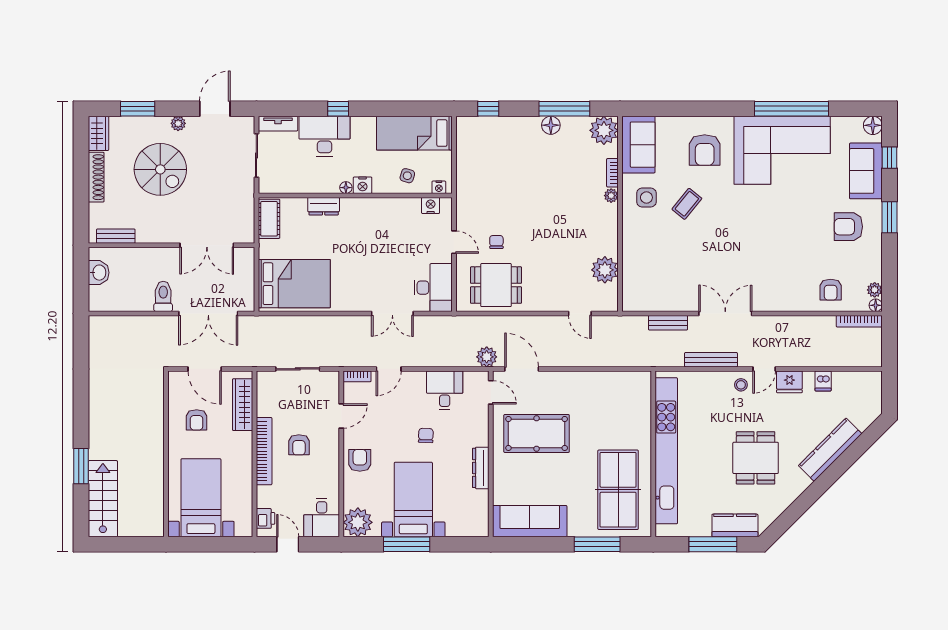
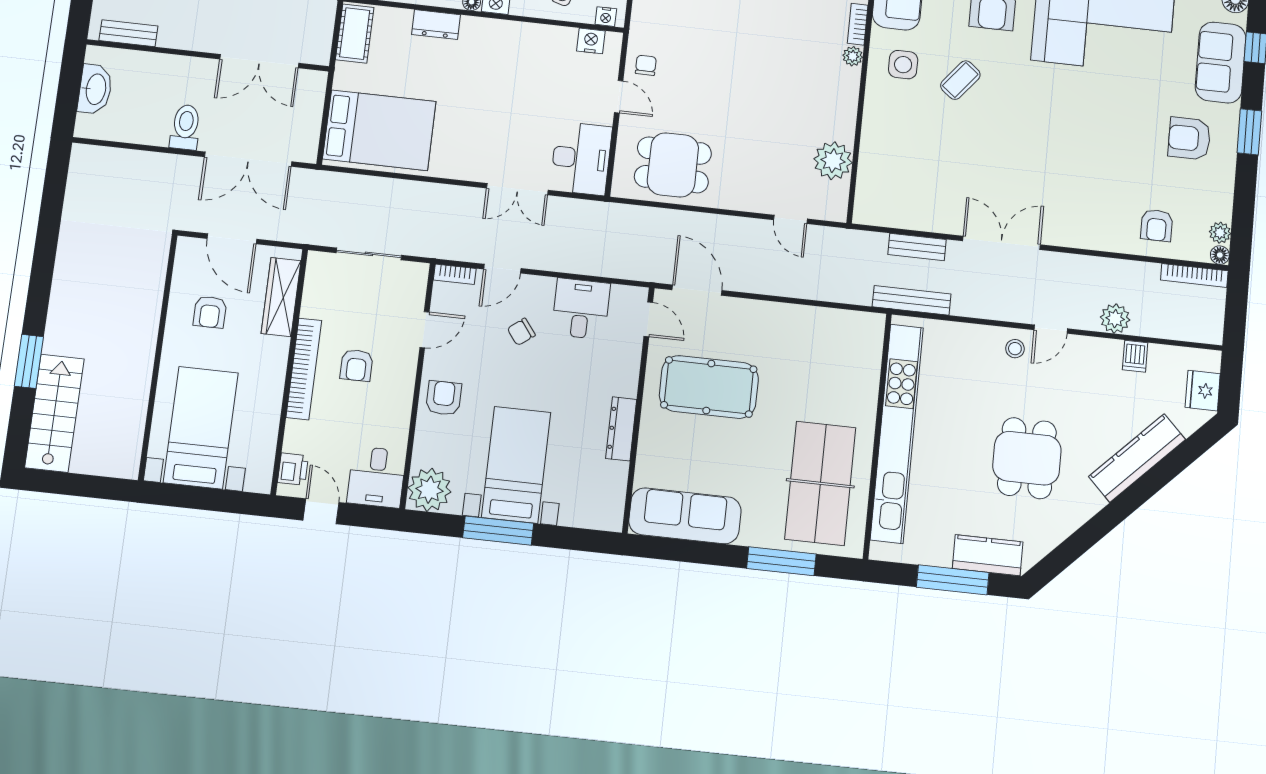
chair: (496, 242) -> (646, 65), moved
washbasin: (99, 273) -> (95, 89), width x1.38
plant: (487, 357) -> (1115, 319), moved
bench: (711, 360) -> (912, 300), moved
fridge: (789, 382) -> (1203, 391), moved, turned 90
chair: (426, 435) -> (521, 332), moved, turned -129

